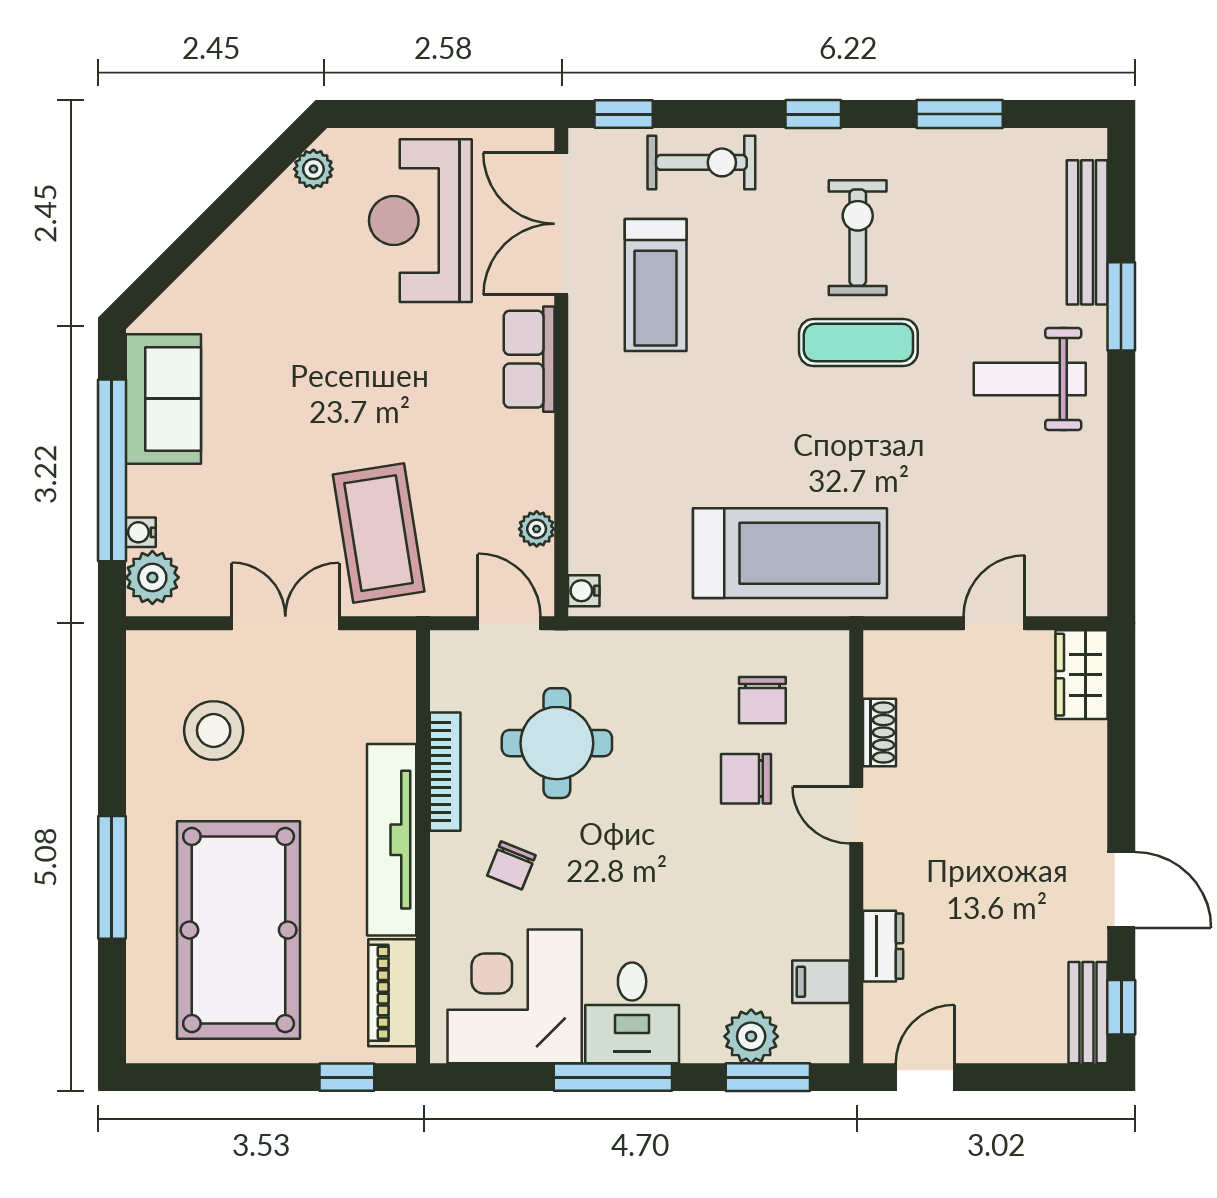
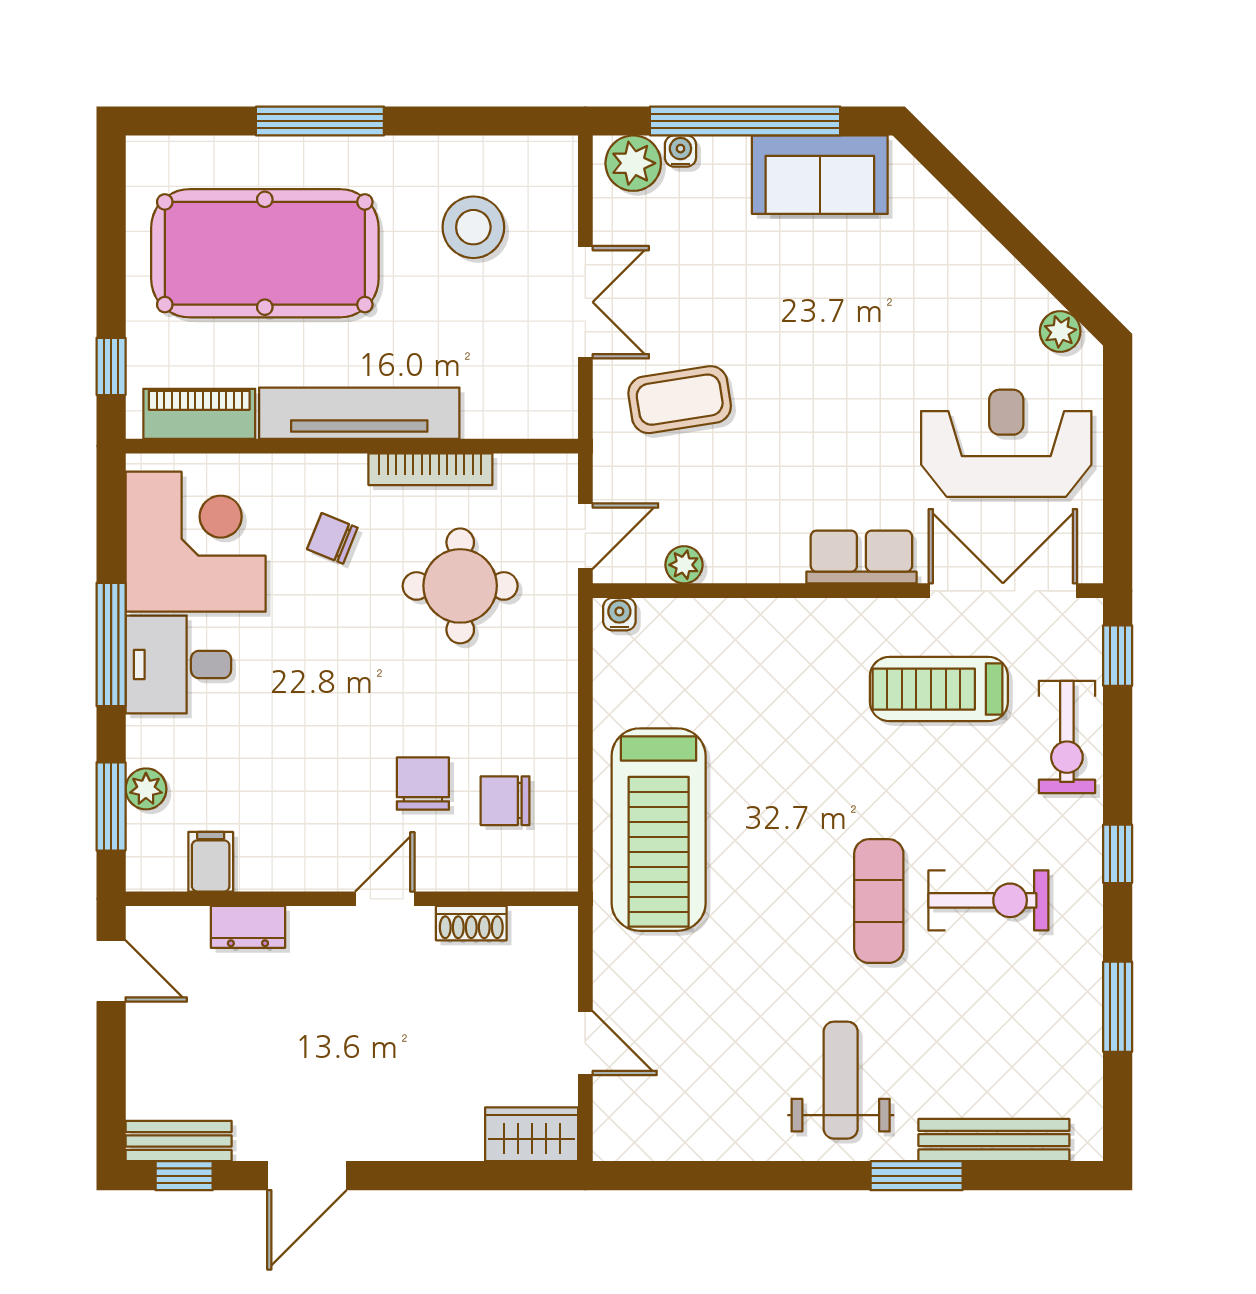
coffee table: (379, 533) -> (680, 400), width x0.73, depth x0.76
plant: (751, 1036) -> (146, 789), width x0.73, depth x0.73

